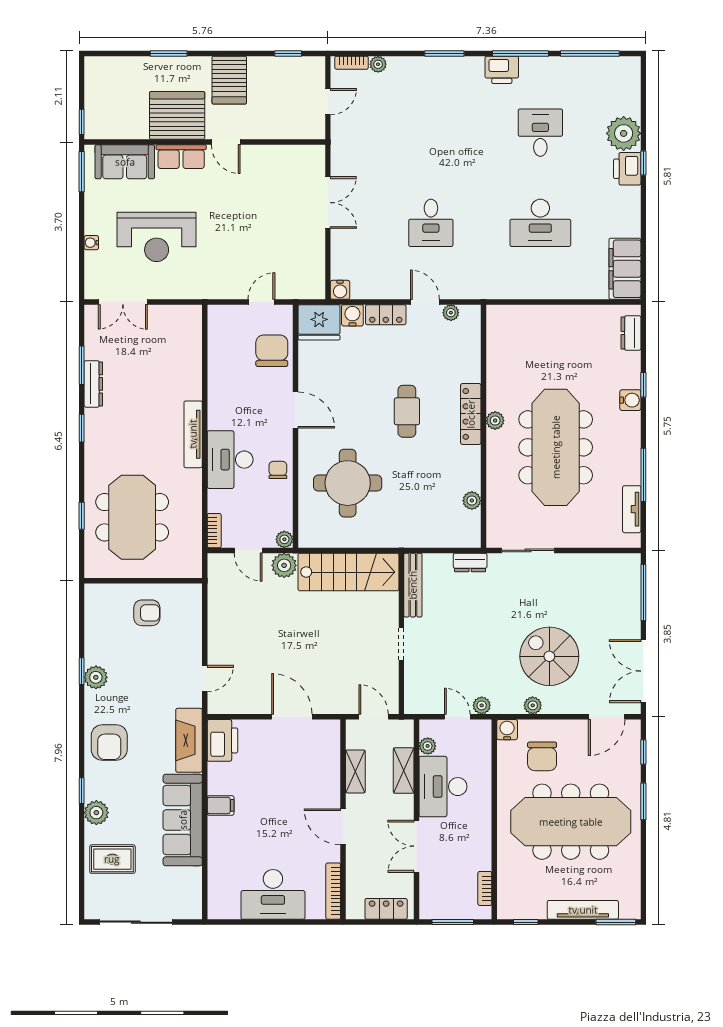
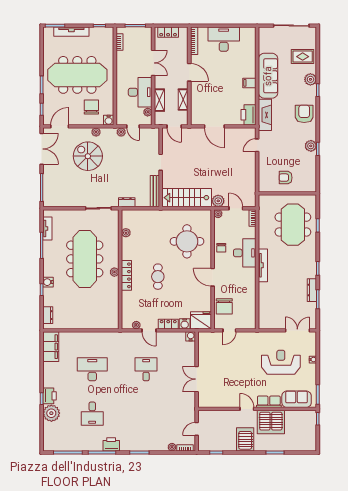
spiral stairs: (549, 656) -> (88, 156), turned 180

